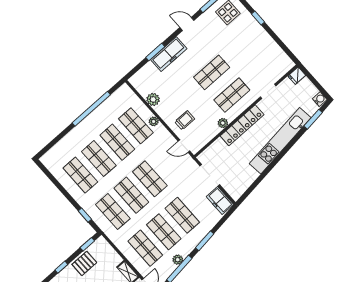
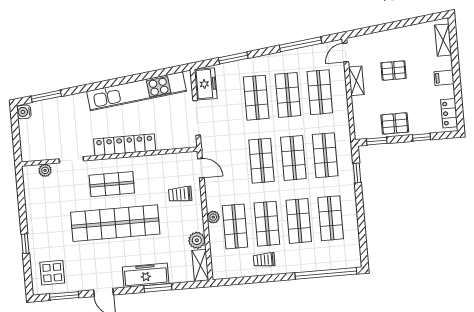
shop shelf: (212, 72) -> (115, 223), width x2.00, depth x1.36
fridge: (297, 76) -> (30, 154), removed
shelving: (139, 86) -> (200, 265), added
window: (91, 109) -> (326, 273), moved
trolley: (102, 118) -> (264, 260), added
plant: (223, 123) -> (45, 170), moved
kitchen unit: (280, 141) -> (137, 91), moved
window: (205, 241) -> (233, 58), moved
plant: (178, 260) -> (295, 55), removed

